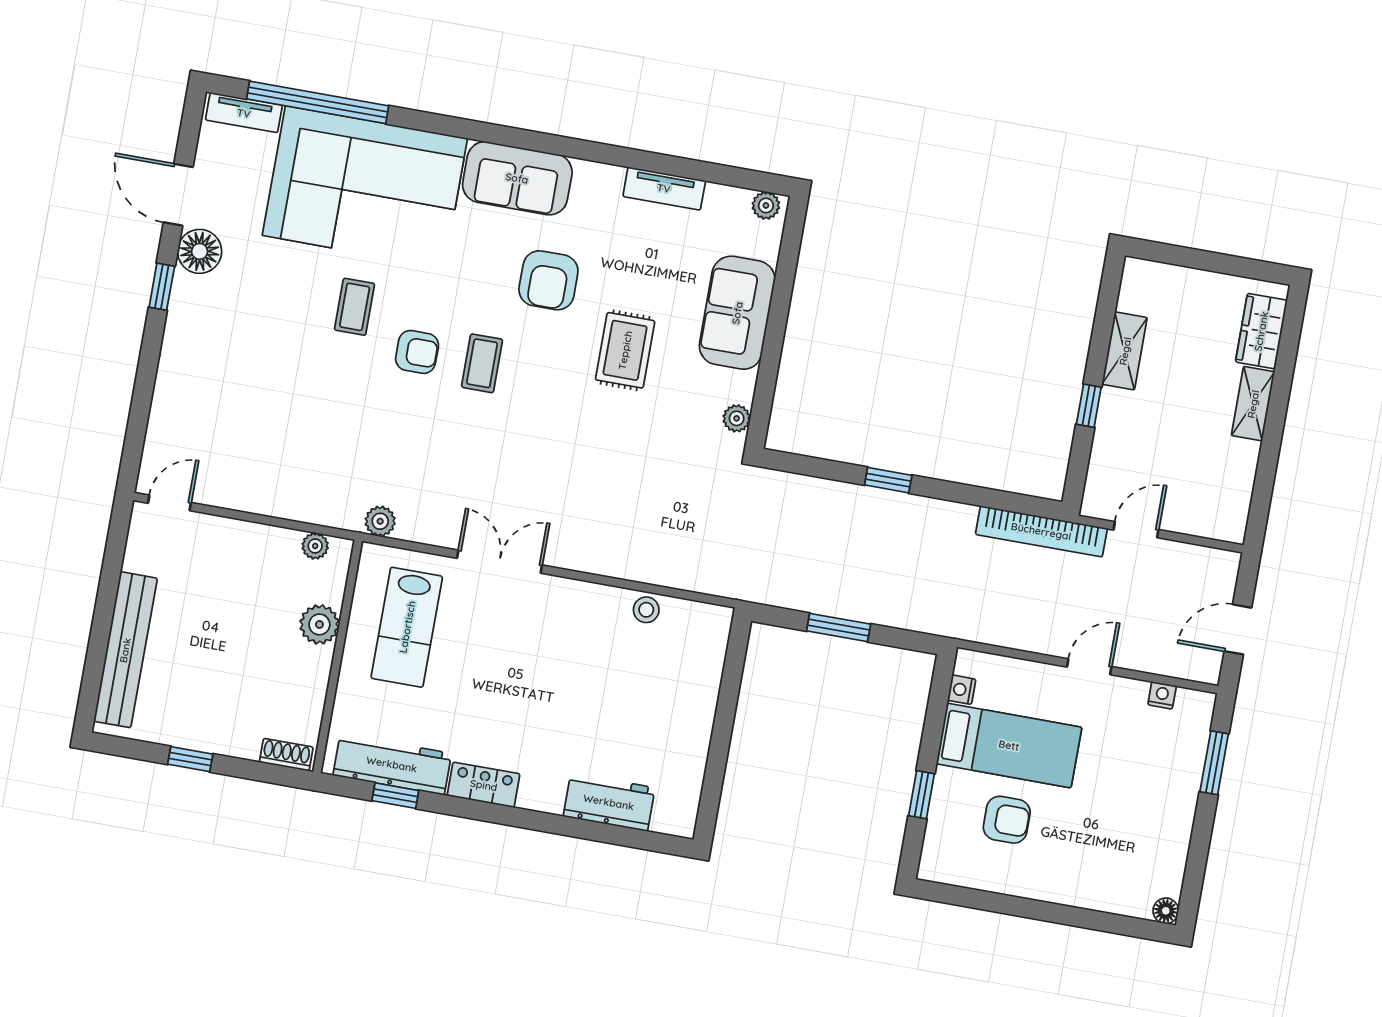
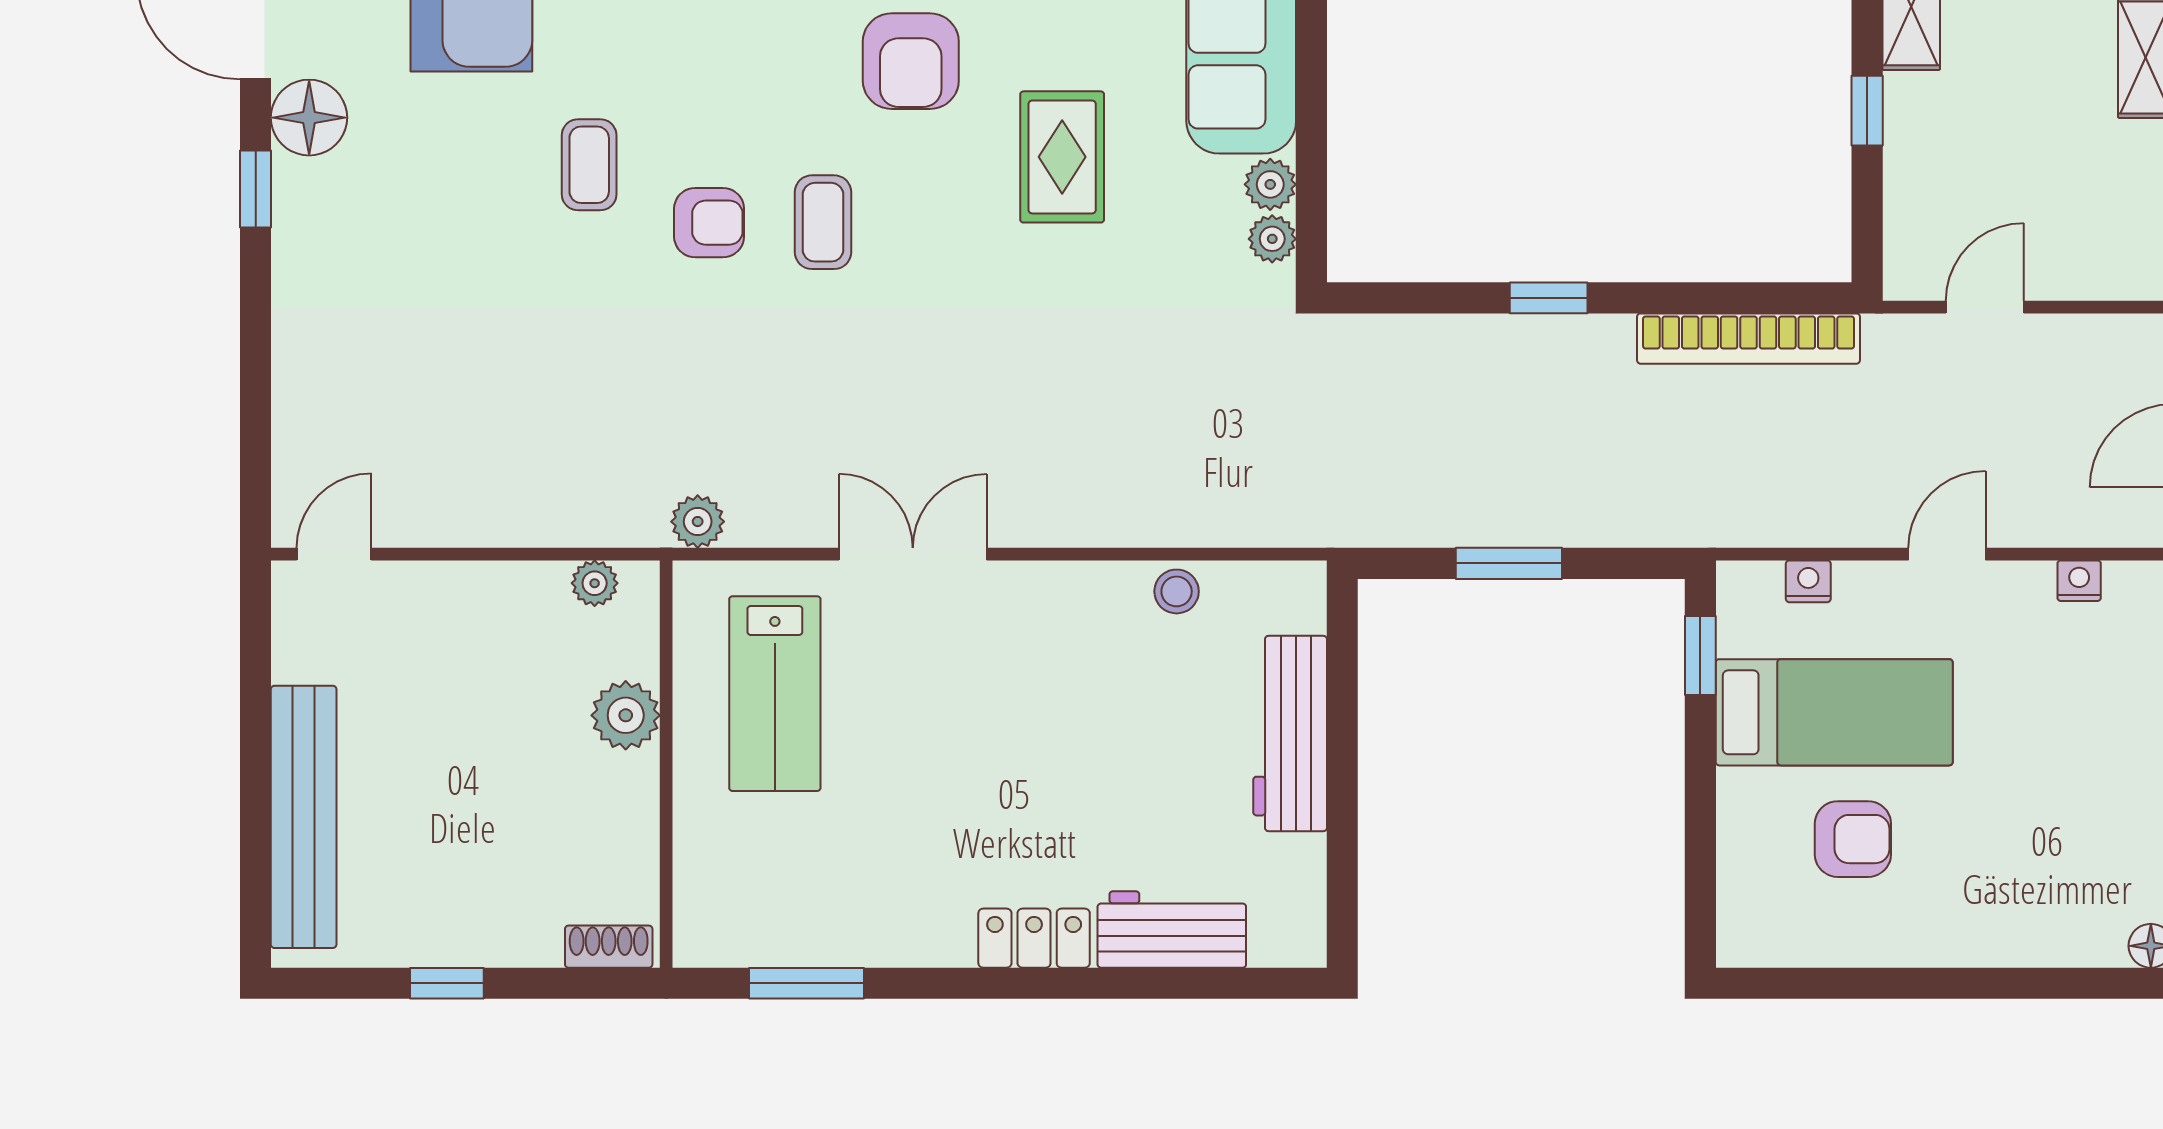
plant: (741, 387) -> (1270, 184), added
bookcase: (1041, 531) -> (1749, 339), moved
nightstand: (962, 690) -> (1808, 581), moved, turned 90
workbench: (392, 764) -> (1290, 733), moved, turned -90
locker: (484, 785) -> (1034, 938), moved
window: (921, 795) -> (1700, 655), moved
window: (395, 796) -> (806, 983), width x1.50

